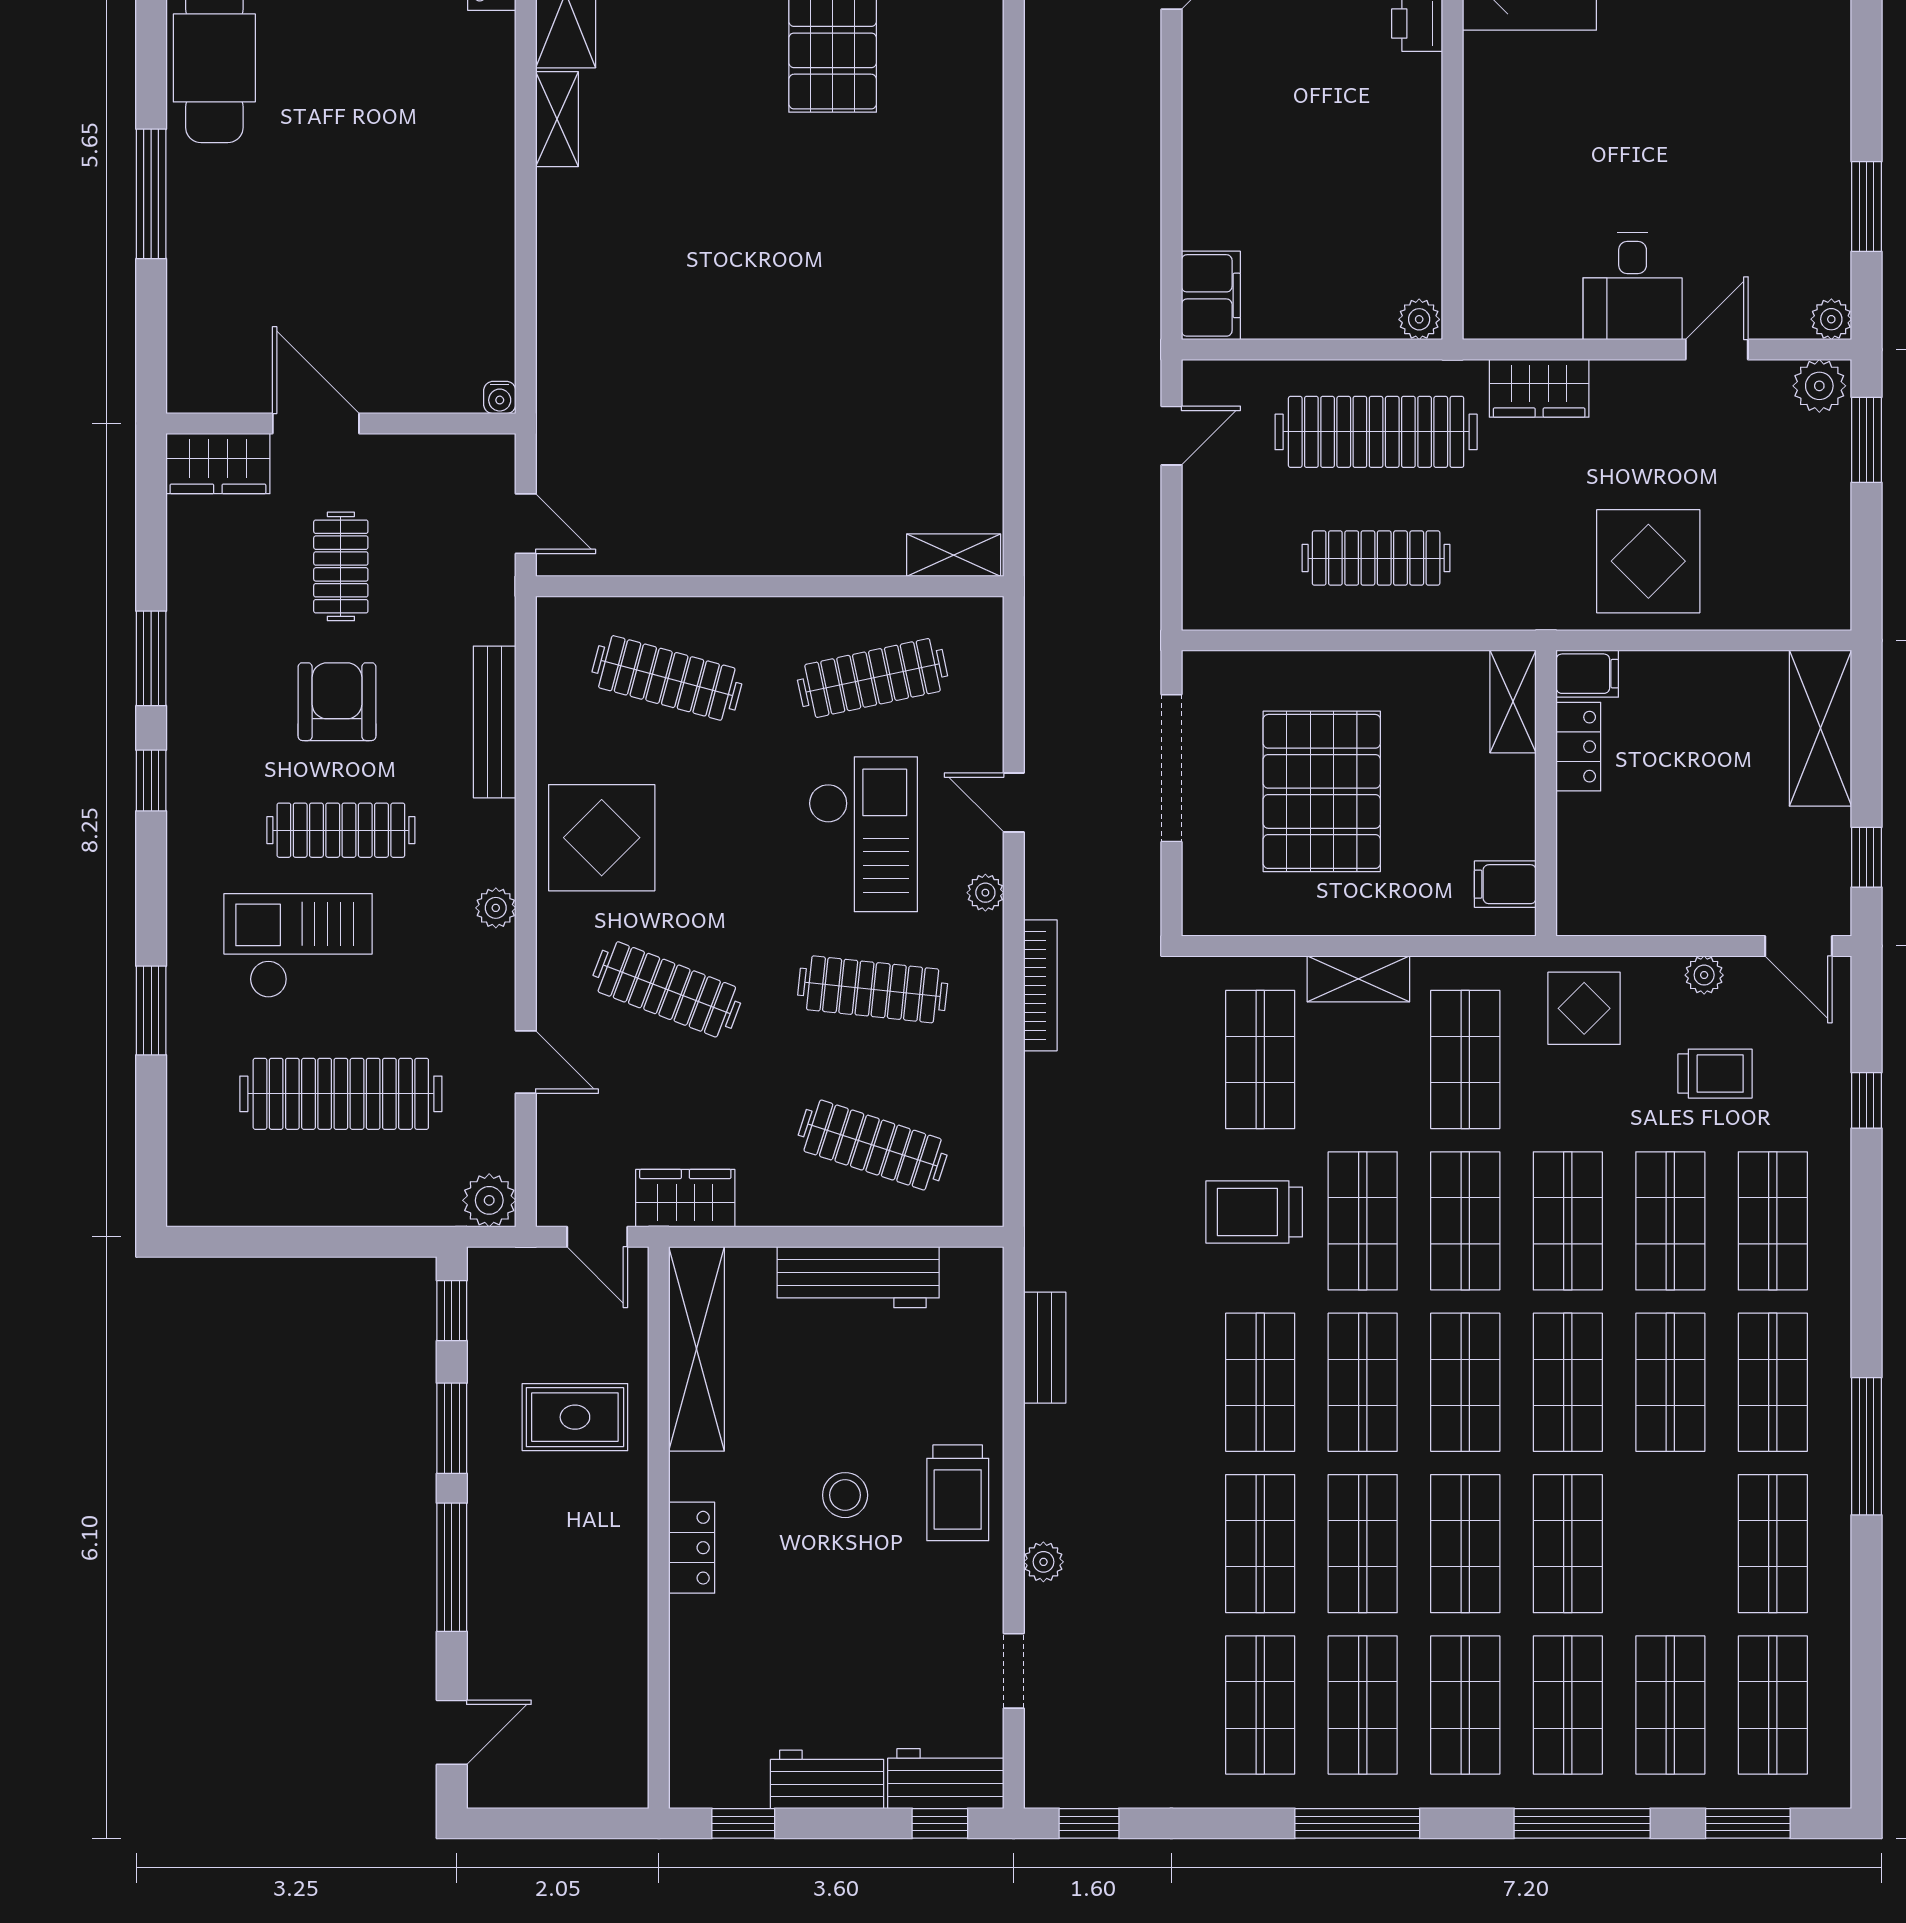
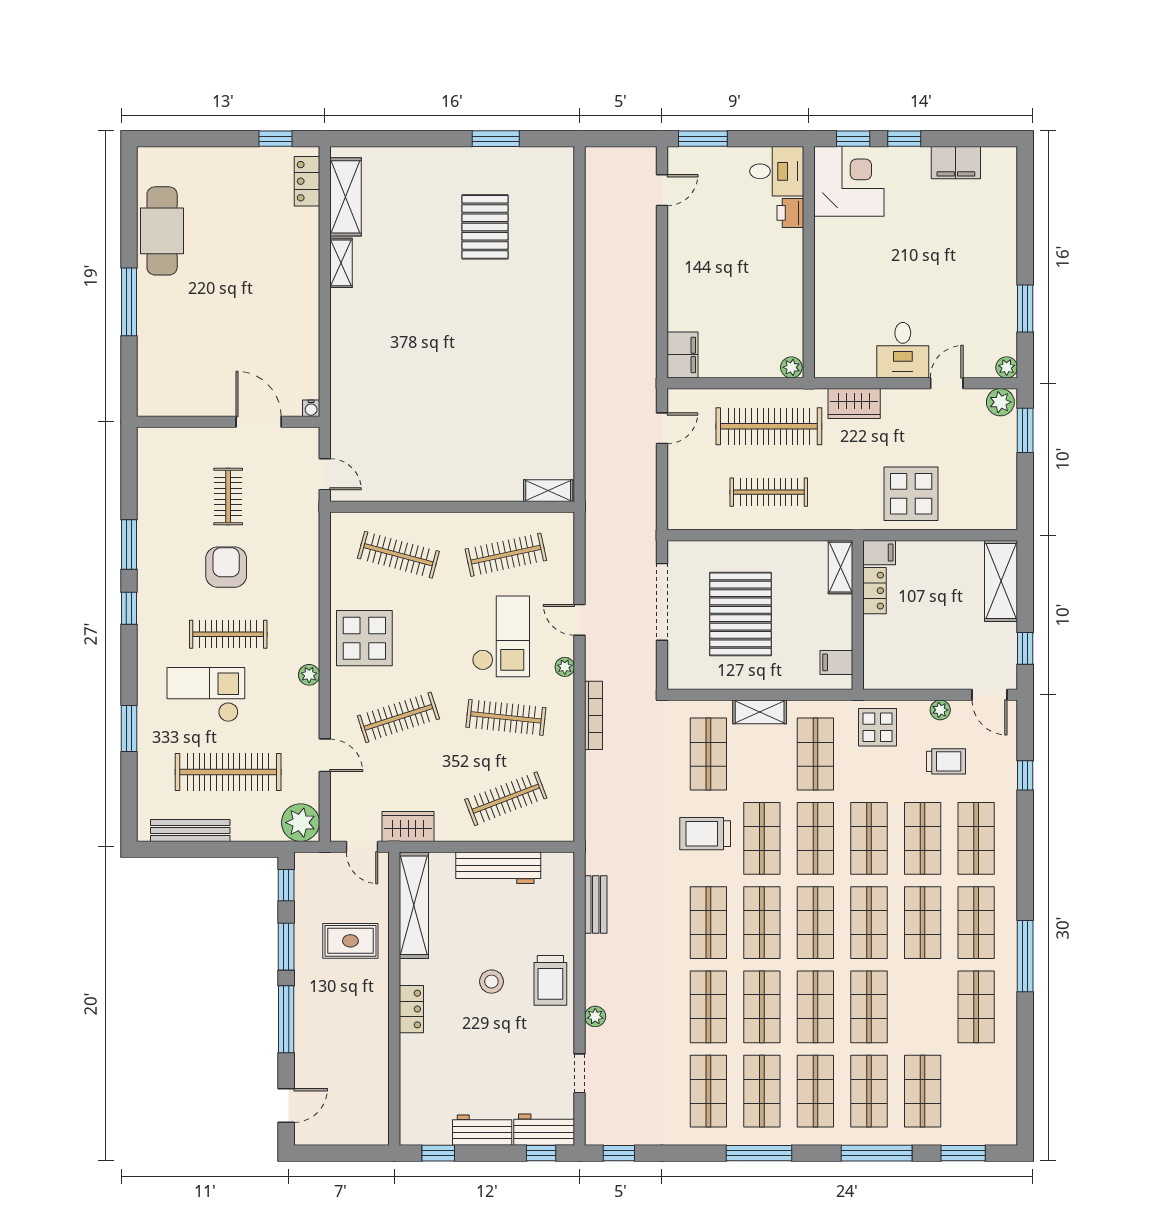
door: (316, 423) -> (259, 422), moved
wardrobe: (218, 464) -> (164, 443), removed
bench: (495, 722) -> (190, 830), moved, turned 90
clothes rail: (667, 989) -> (398, 717), turned -39
clothes rail: (873, 1145) -> (506, 799), turned -39
plant: (489, 1200) -> (301, 823), width x1.36, depth x1.36
shop shelf: (1773, 1705) -> (976, 1091), removed

